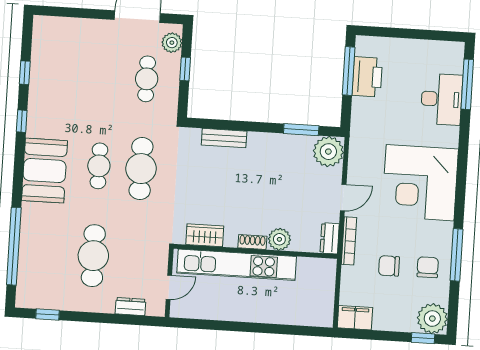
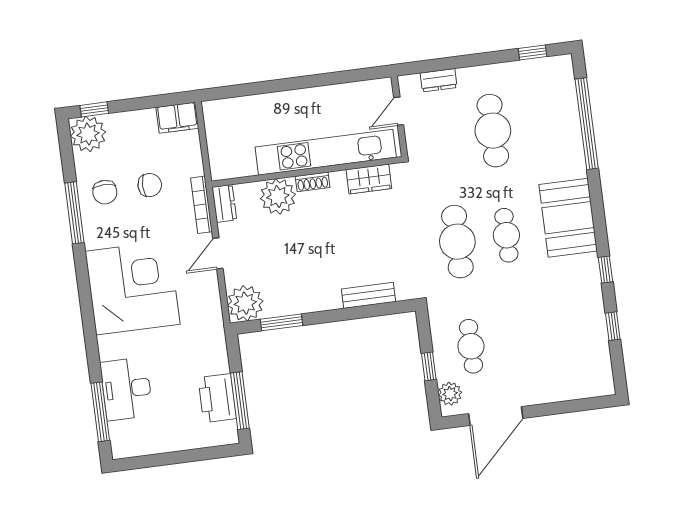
plant: (279, 239) -> (278, 196), width x1.36, depth x1.36

